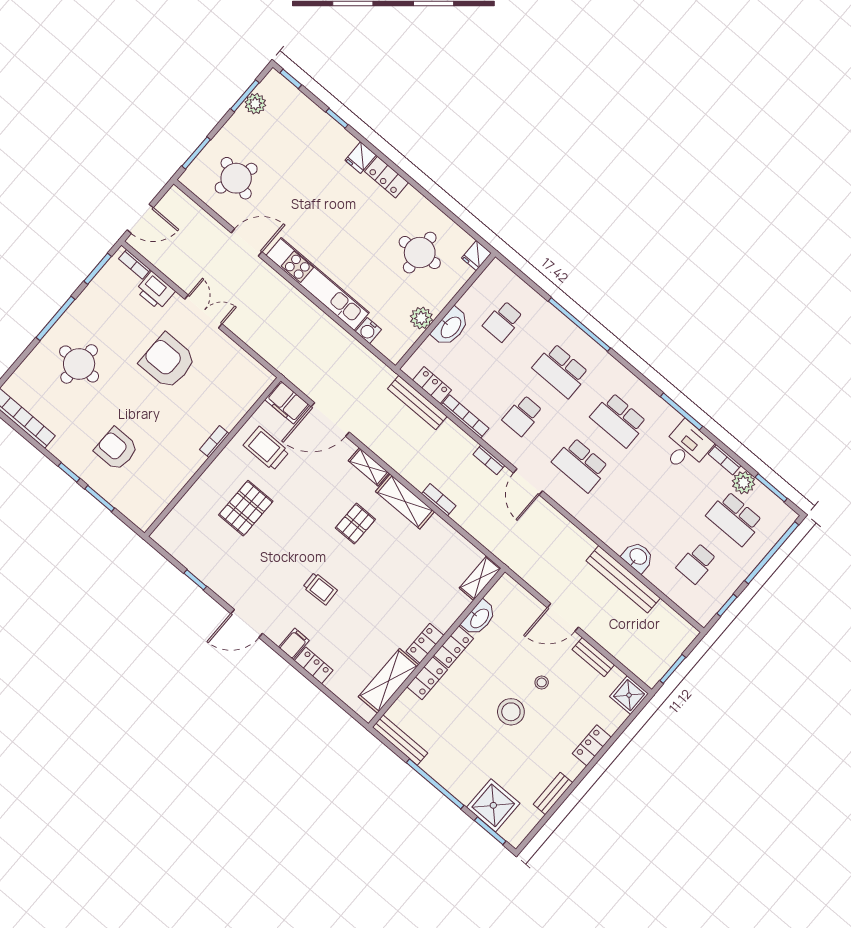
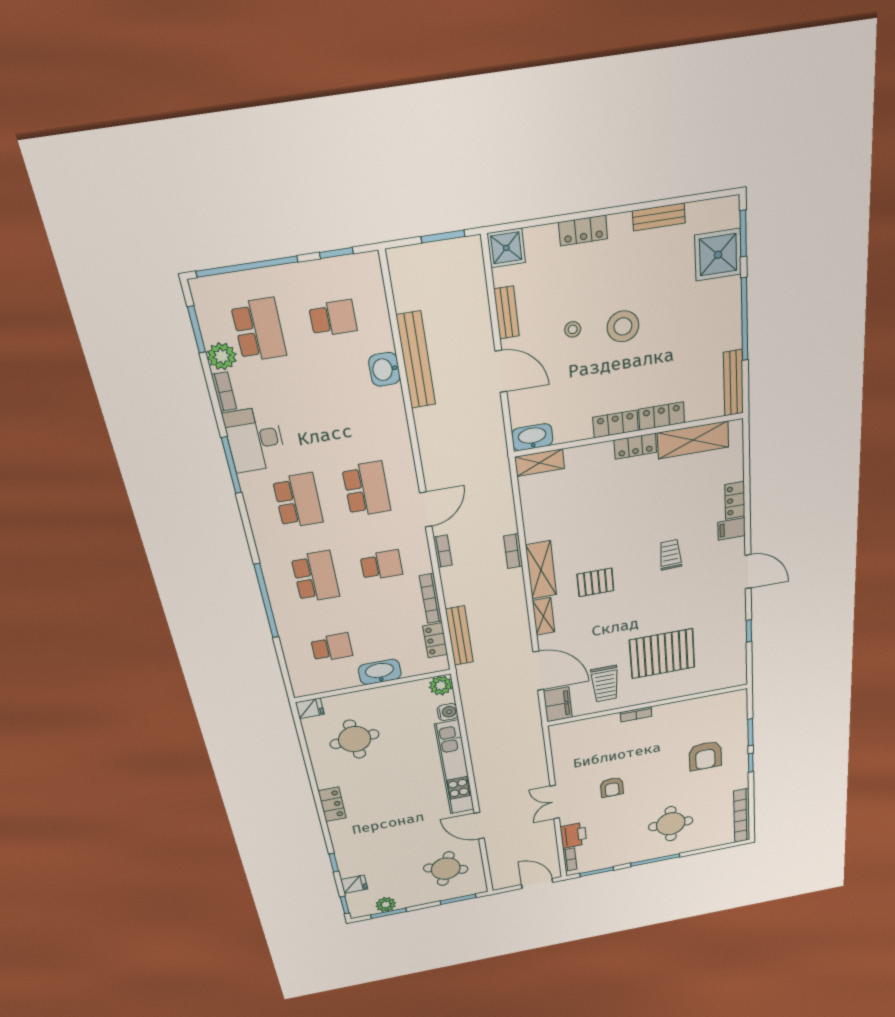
fridge: (361, 158) -> (354, 884), moved
plant: (421, 318) -> (441, 685), moved
armchair: (168, 361) -> (612, 787), width x0.53, depth x0.53
desk: (686, 447) -> (255, 439), width x1.37
pallet: (246, 508) -> (662, 654), width x1.37, depth x1.41
washbasin: (479, 618) -> (532, 437), moved

